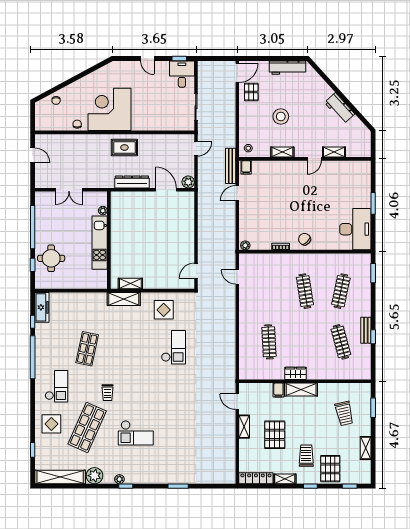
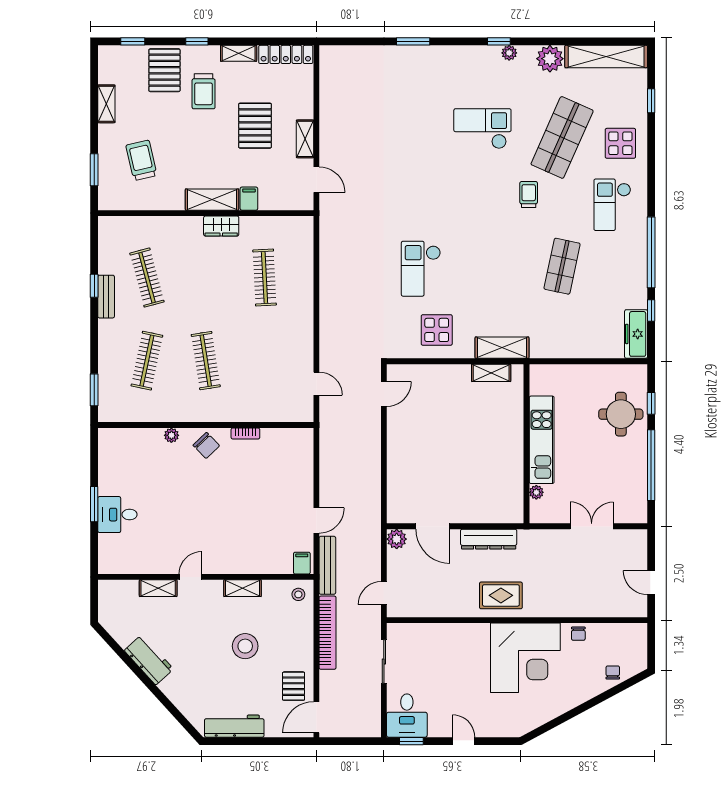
bookcase: (230, 125) -> (328, 633), added
desk: (355, 229) -> (117, 515), moved, width x0.53, depth x0.77
plant: (245, 245) -> (171, 435), moved

